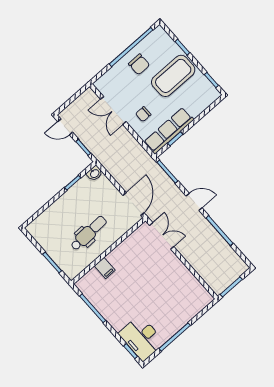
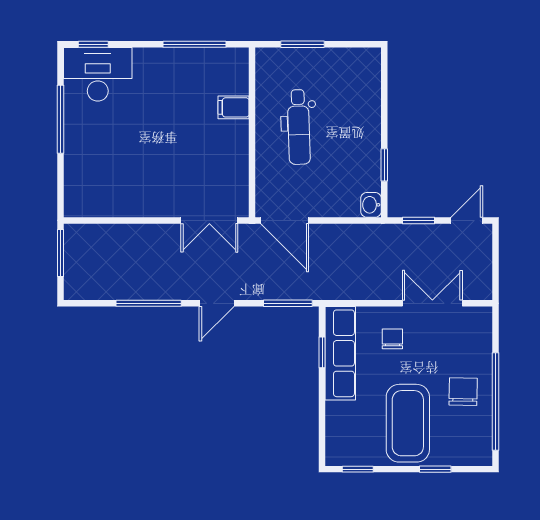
chair: (139, 64) -> (463, 392), turned 91

